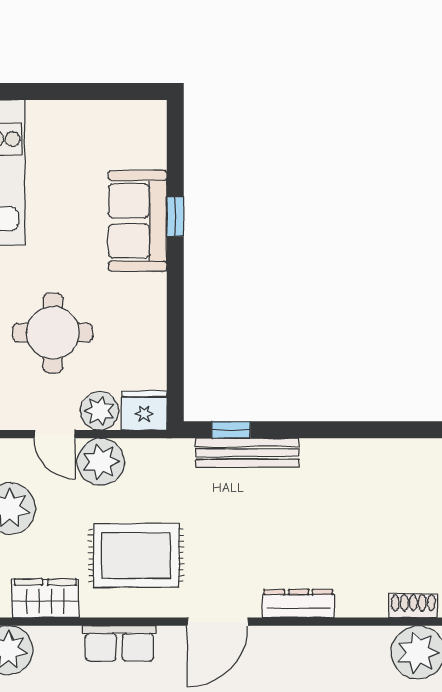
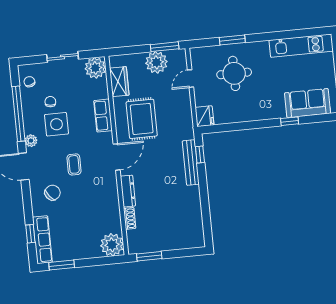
sofa: (138, 221) -> (308, 103), moved
plant: (100, 411) -> (202, 97), removed
plant: (101, 462) -> (181, 100), removed
shoe rack: (413, 606) -> (130, 218), moved
door: (218, 622) -> (117, 157), swing flipped

